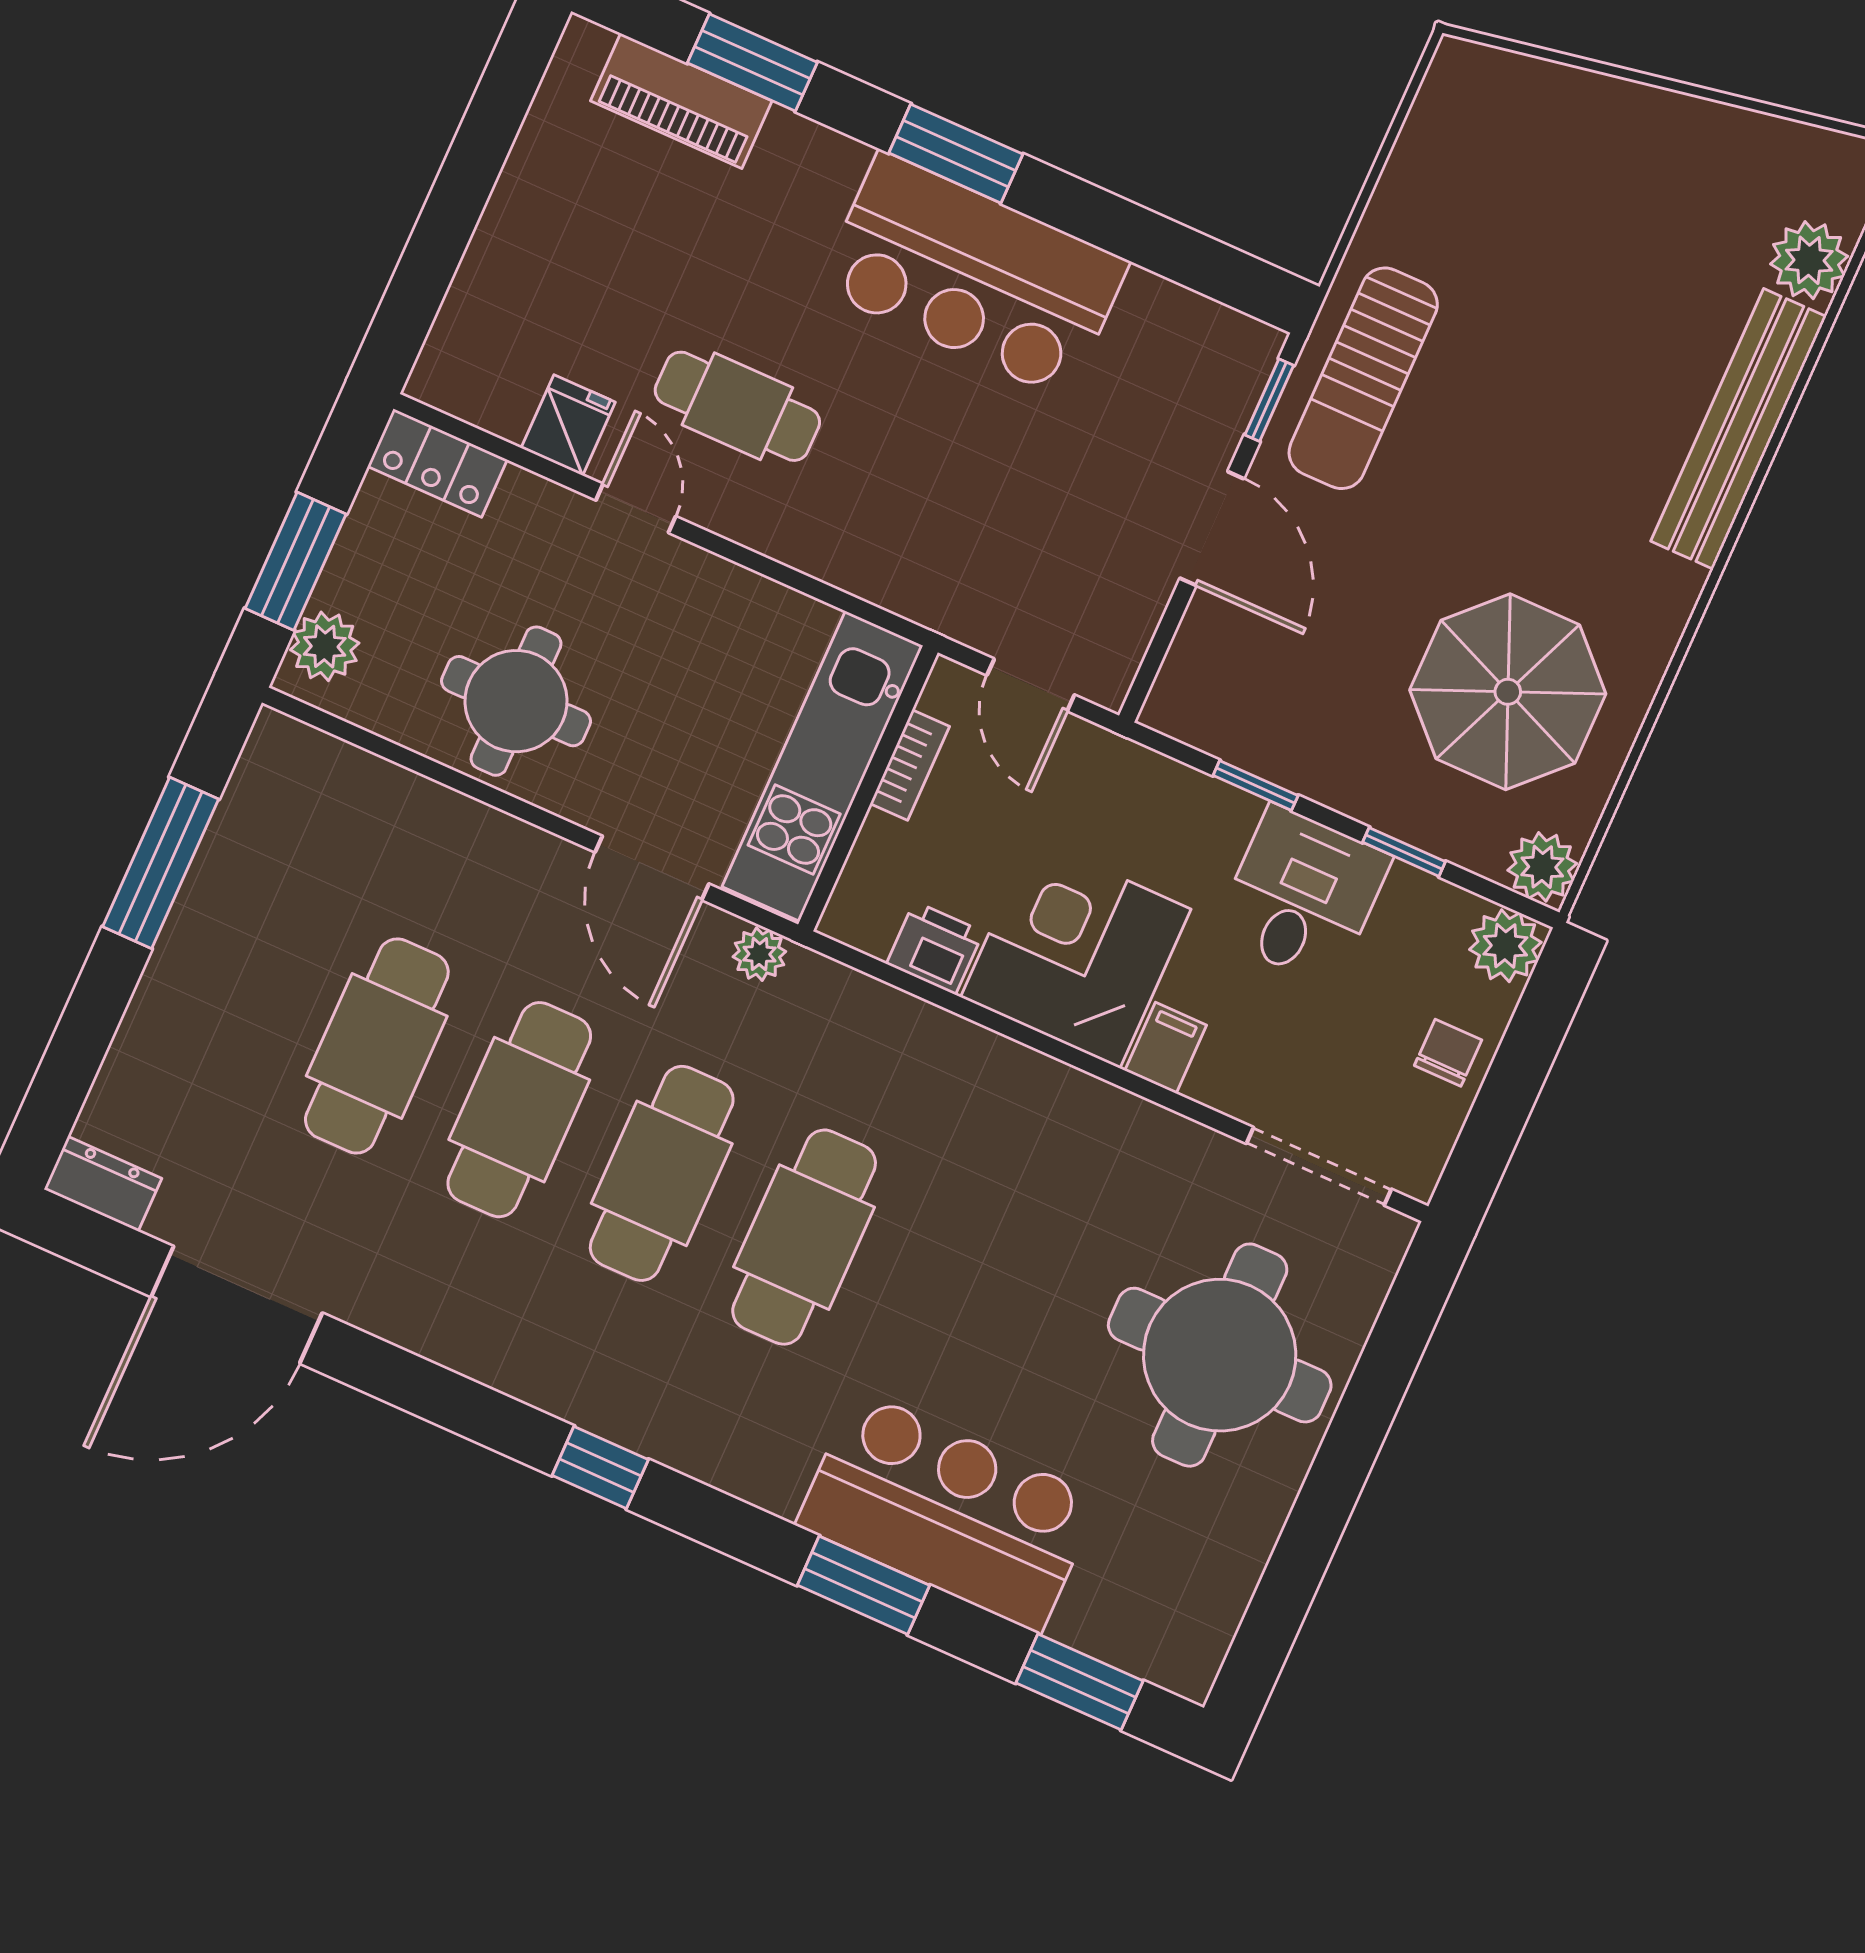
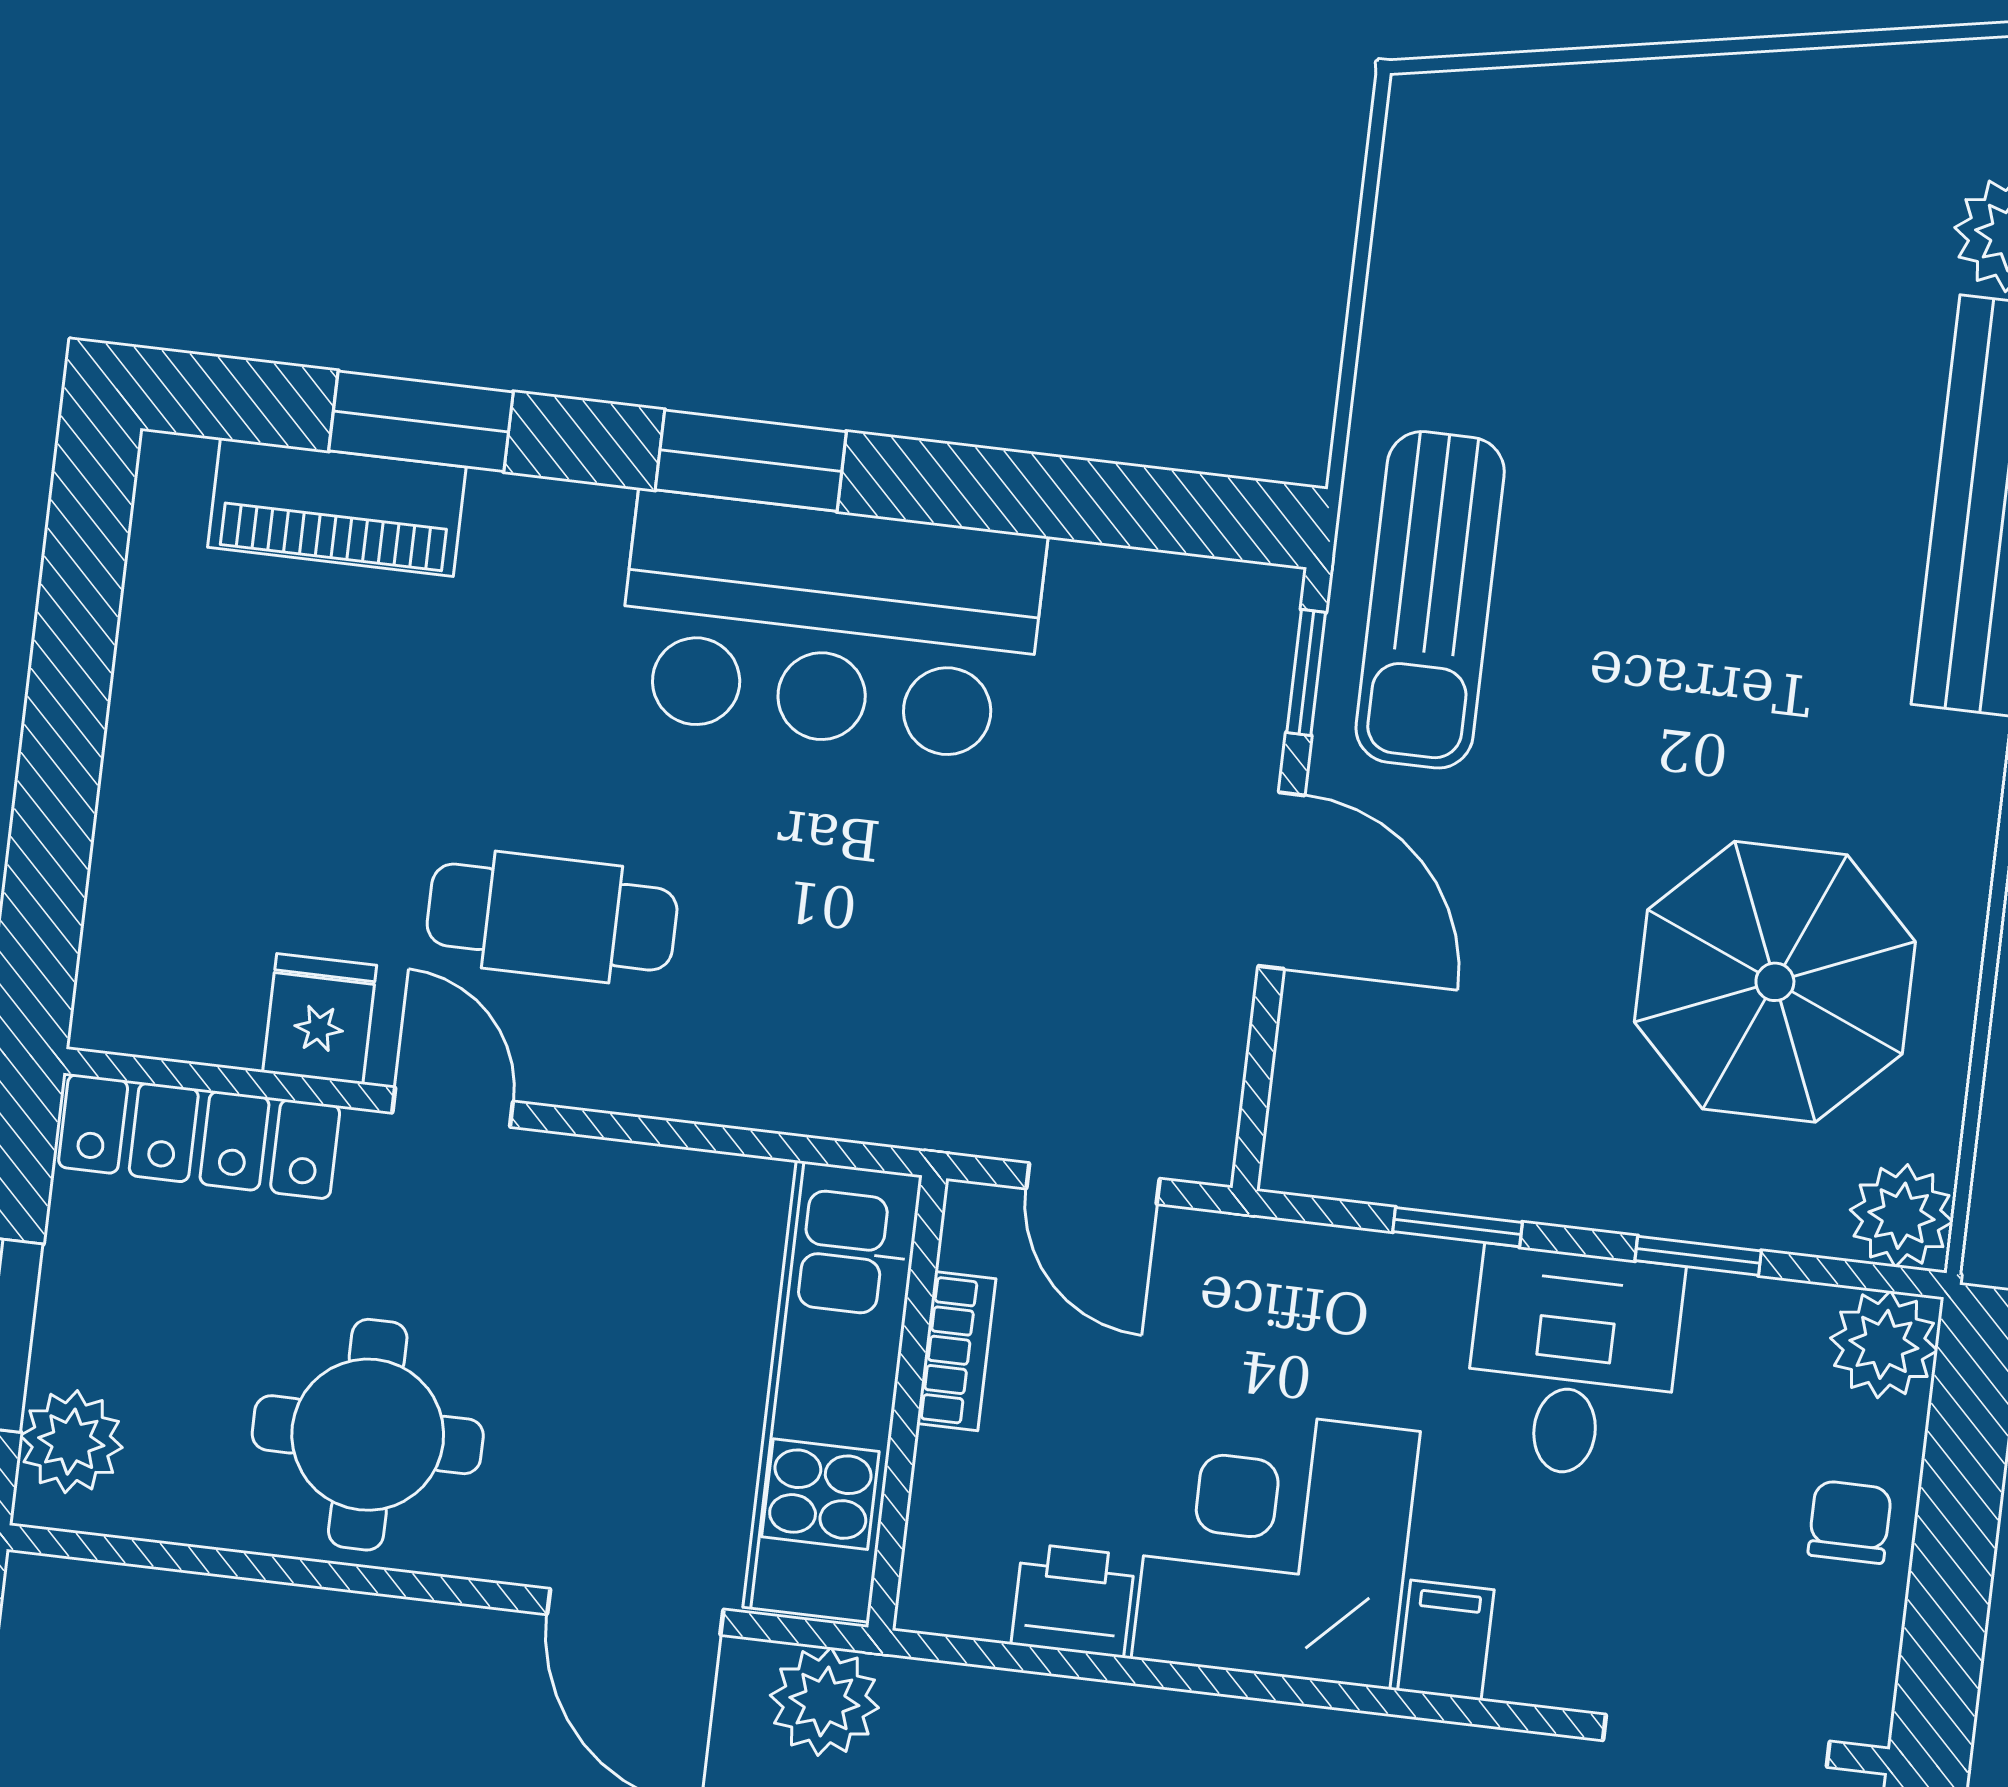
locker: (437, 463) -> (199, 1137), width x1.53
plant: (759, 954) -> (824, 1701), width x1.38, depth x1.38

